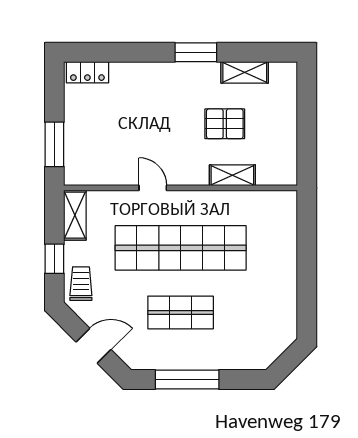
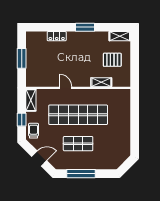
locker: (87, 72) -> (57, 36), moved
shelving: (245, 72) -> (120, 36), moved
pallet: (225, 124) -> (112, 60), moved
window: (54, 144) -> (22, 58), moved

